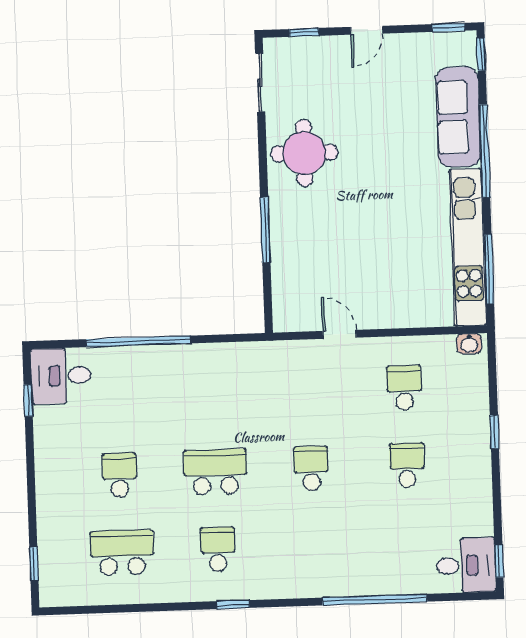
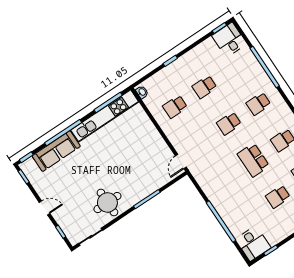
door: (339, 334) -> (181, 162), moved
school desk: (314, 546) -> (258, 104), added

